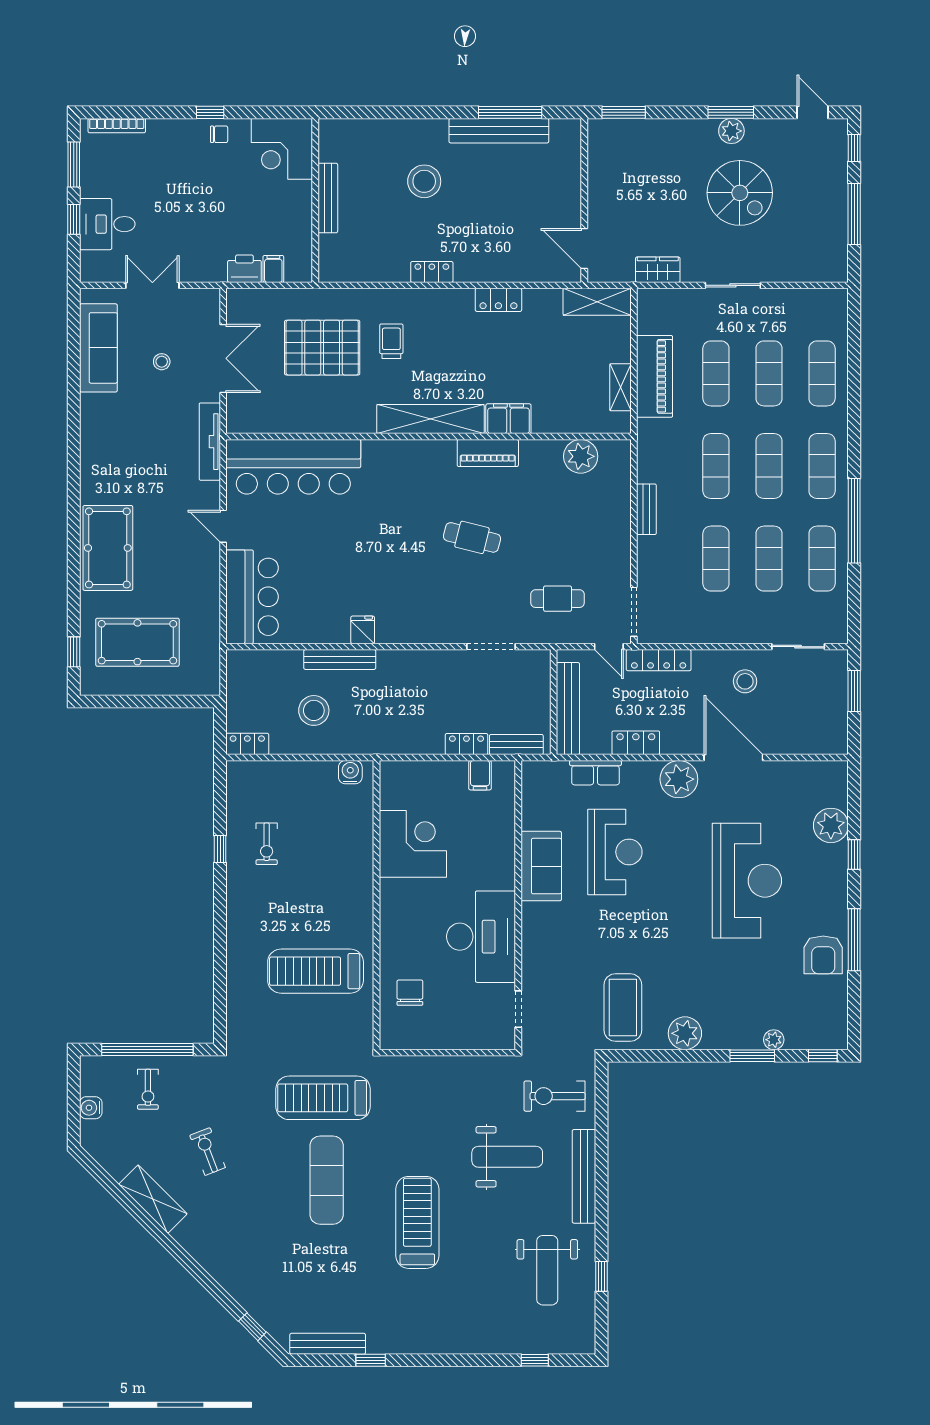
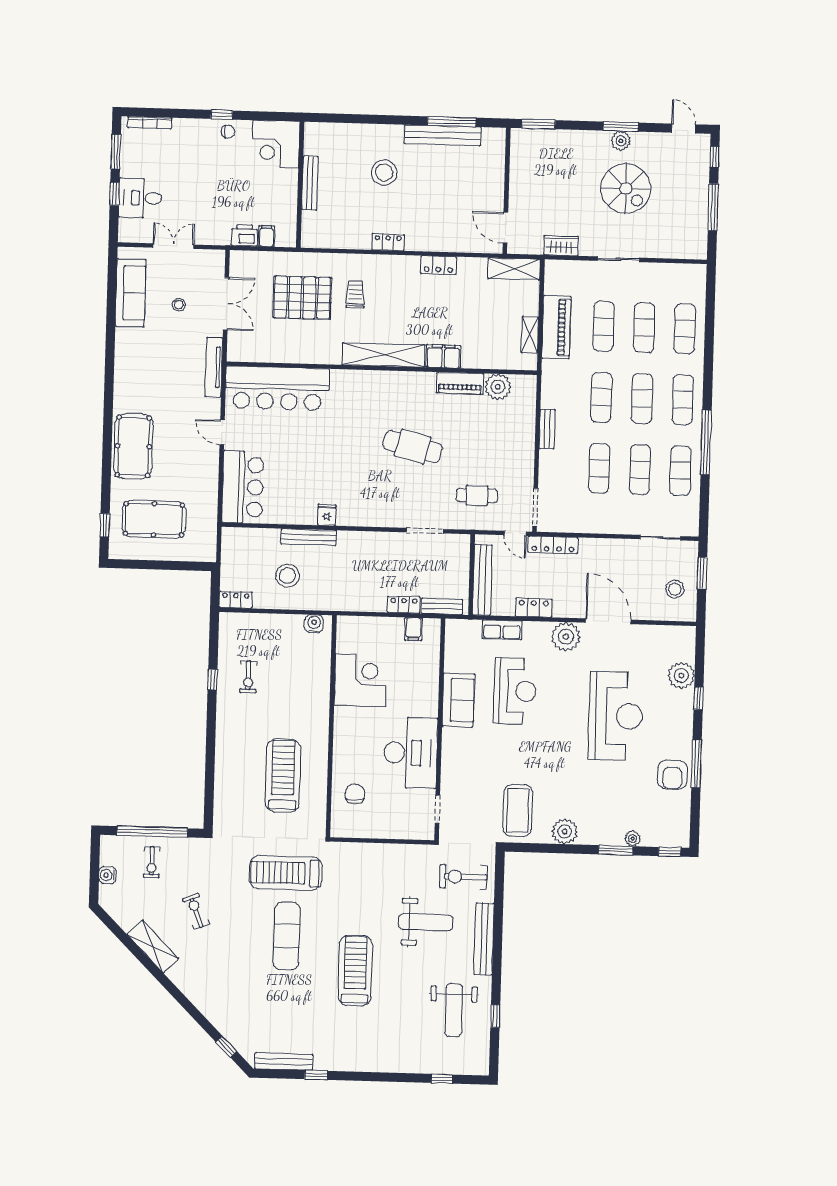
piano: (488, 453) -> (460, 383), moved
cafe table: (472, 537) -> (413, 447), width x1.37, depth x1.35
stool: (745, 681) -> (675, 589), moved
treadmill: (316, 971) -> (283, 775), turned 90

